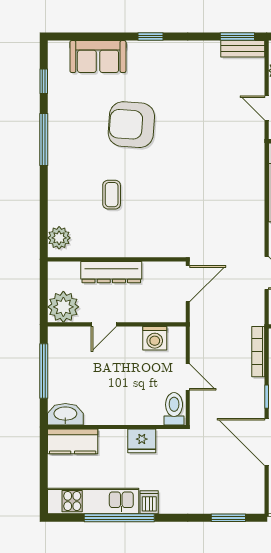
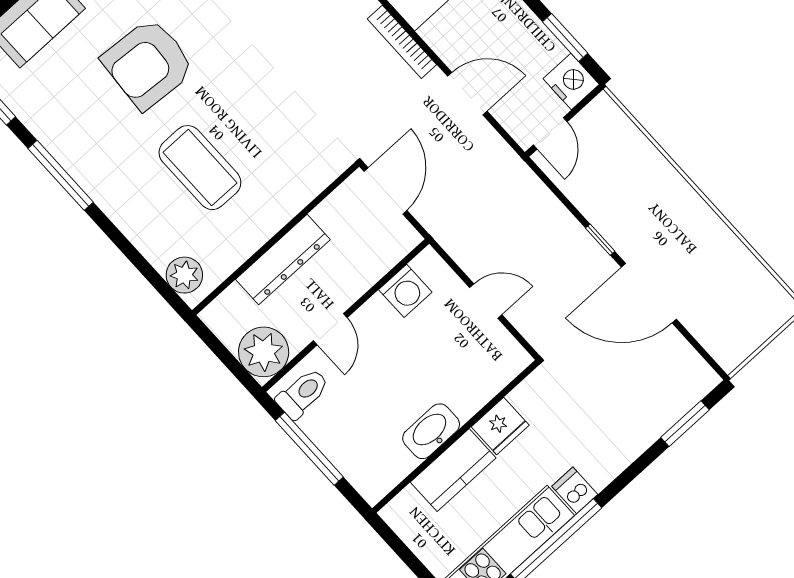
coffee table: (112, 195) -> (200, 168), width x1.86, depth x1.72
bookcase: (258, 352) -> (402, 42), moved
toilet: (174, 409) -> (303, 393), moved, turned 90
washbasin: (65, 414) -> (431, 431), moved
kitchen counter: (73, 441) -> (453, 470), moved

